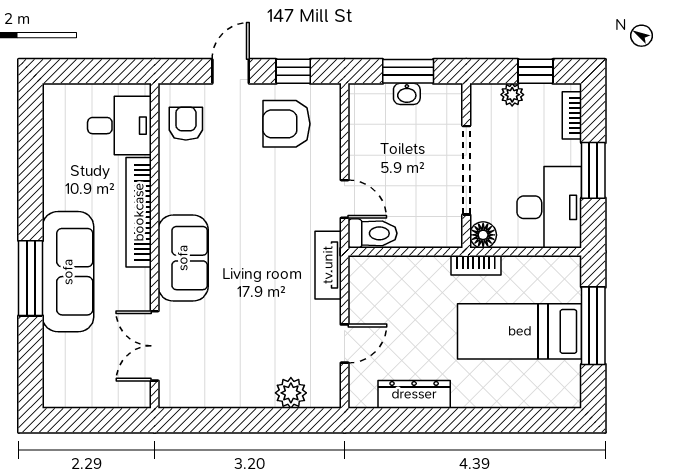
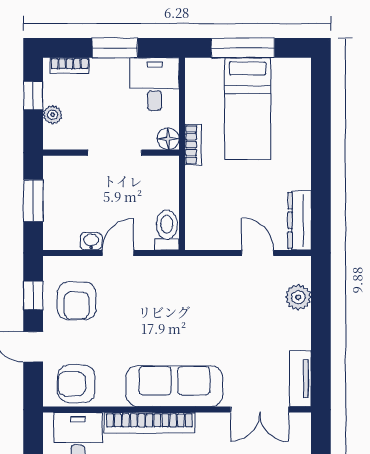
washbasin: (407, 94) -> (91, 241), moved, turned -90
armchair: (186, 124) -> (76, 384), width x1.38, depth x1.38
doorway: (466, 170) -> (115, 153), width x0.73
door: (345, 199) -> (118, 253), moved
desk: (549, 207) -> (154, 84), width x0.73
sofa: (183, 258) -> (174, 386), width x1.36
tv unit: (328, 265) -> (300, 379), moved, turned 90
dresser: (414, 394) -> (300, 220), moved

